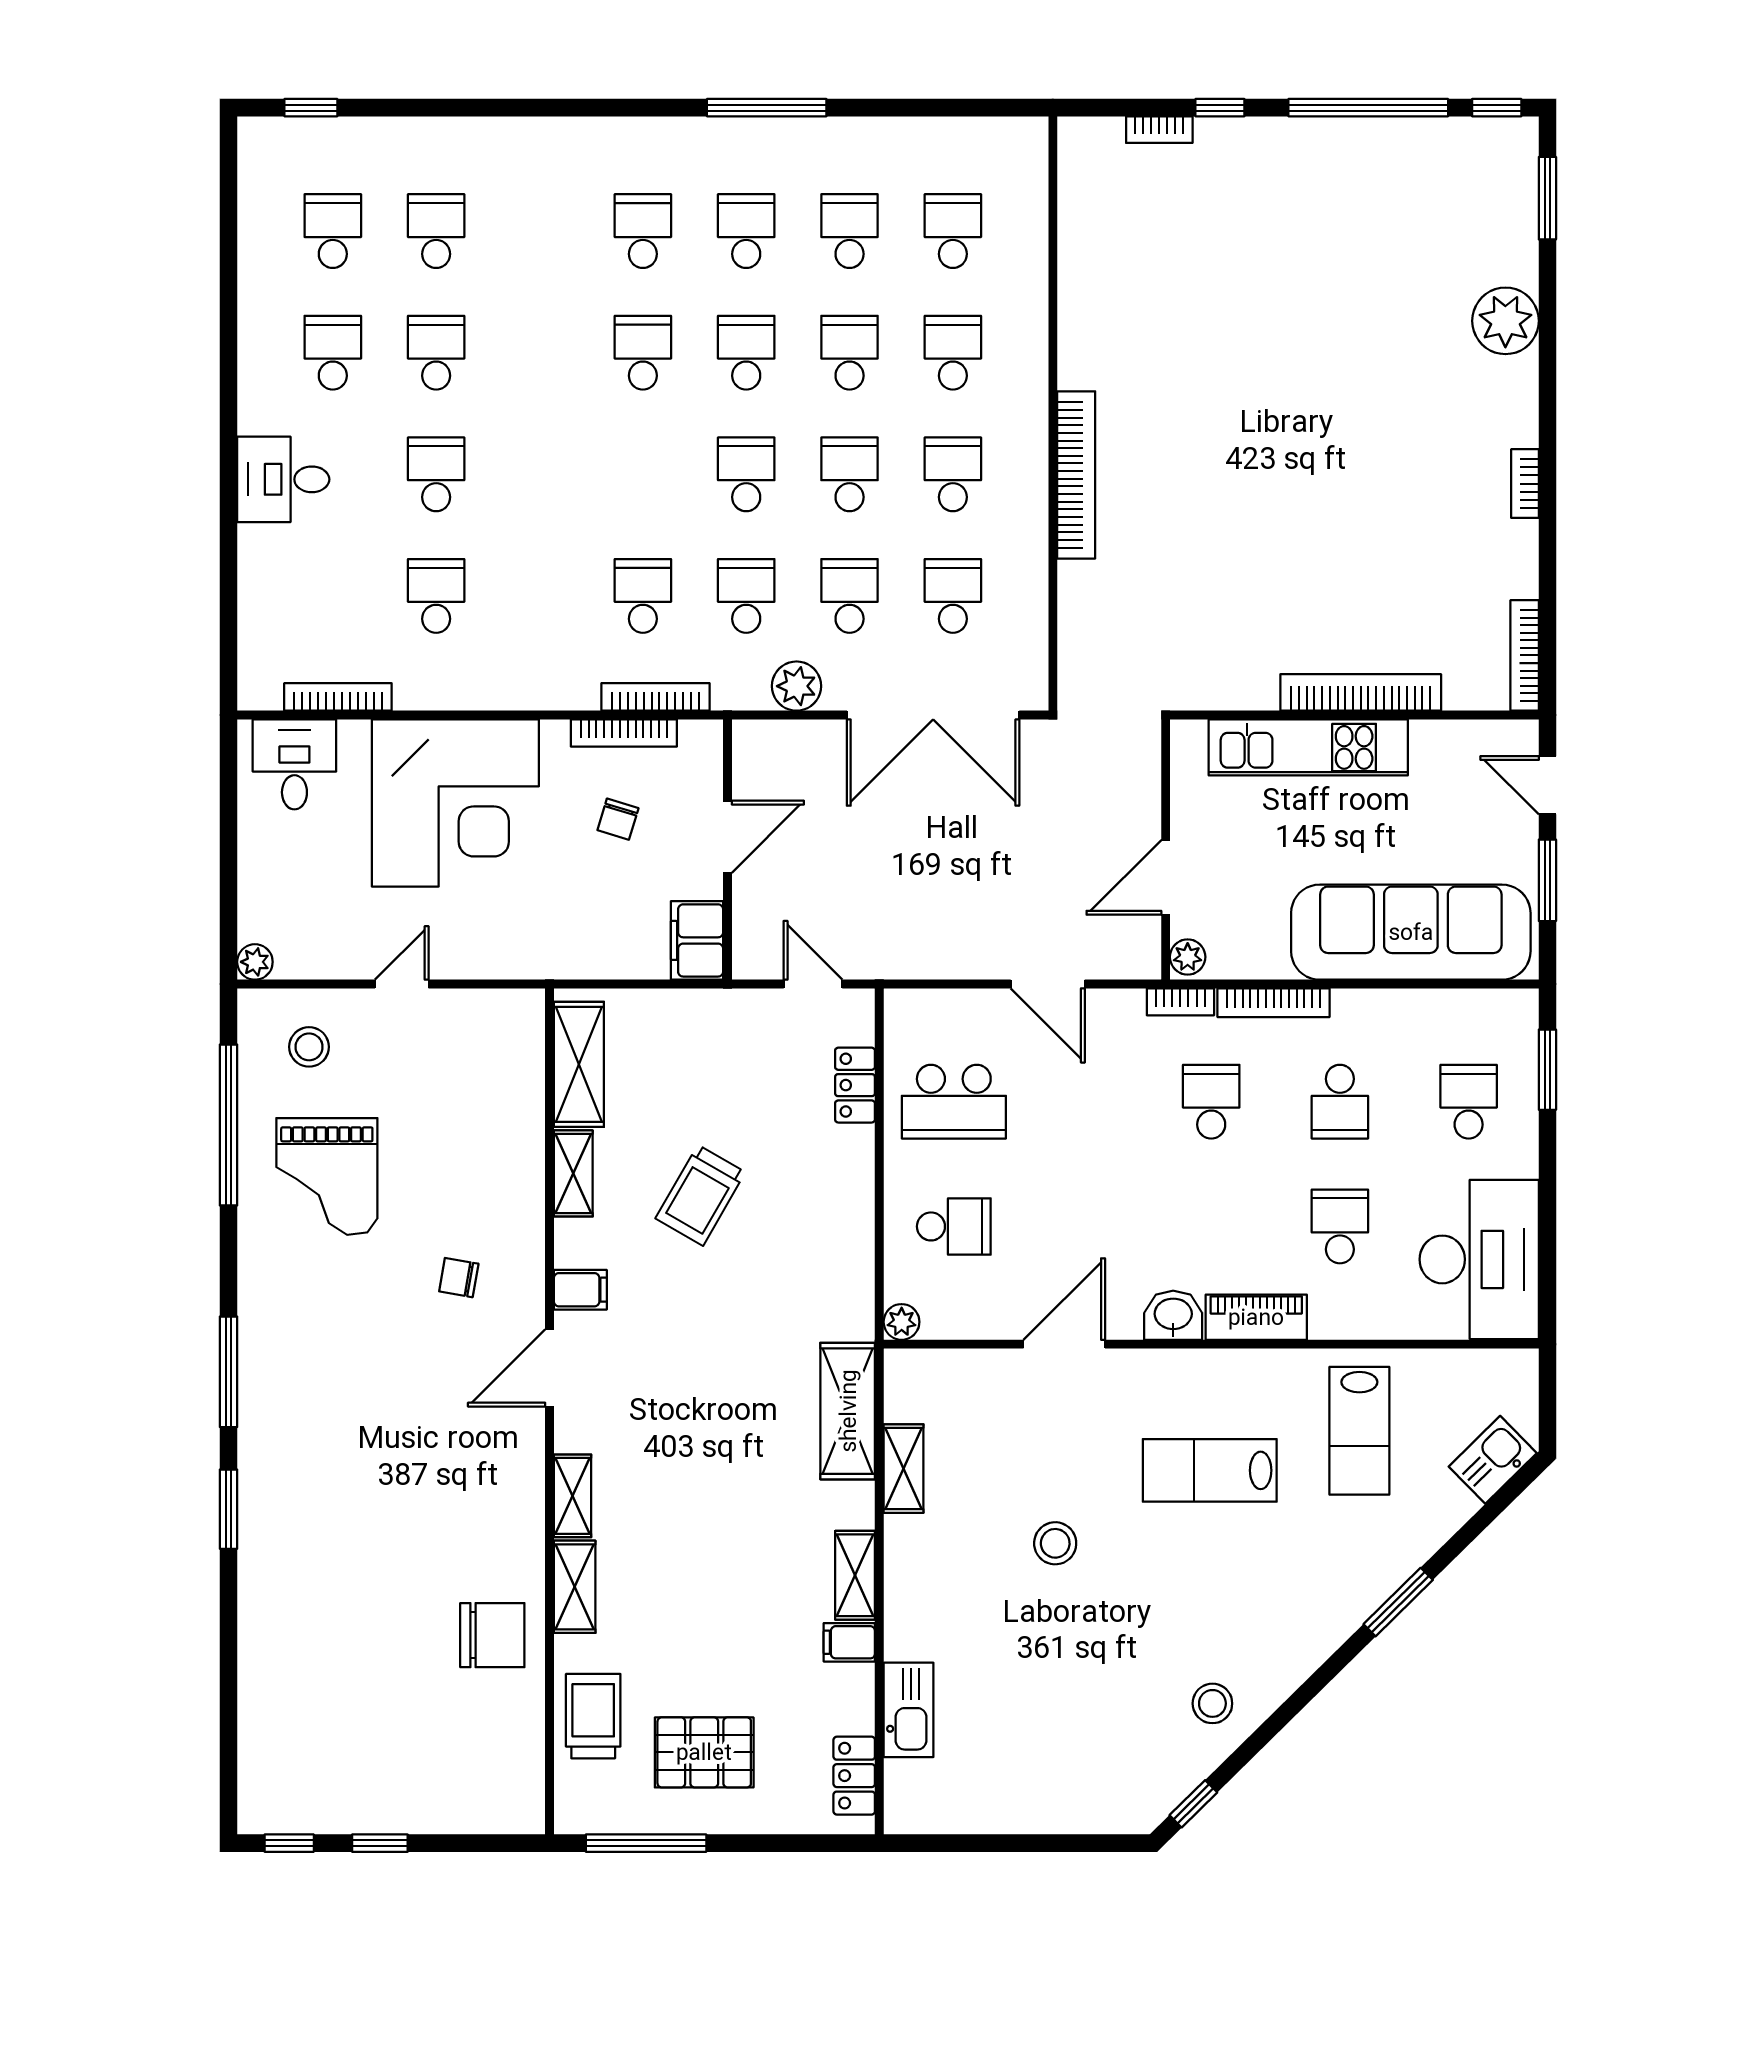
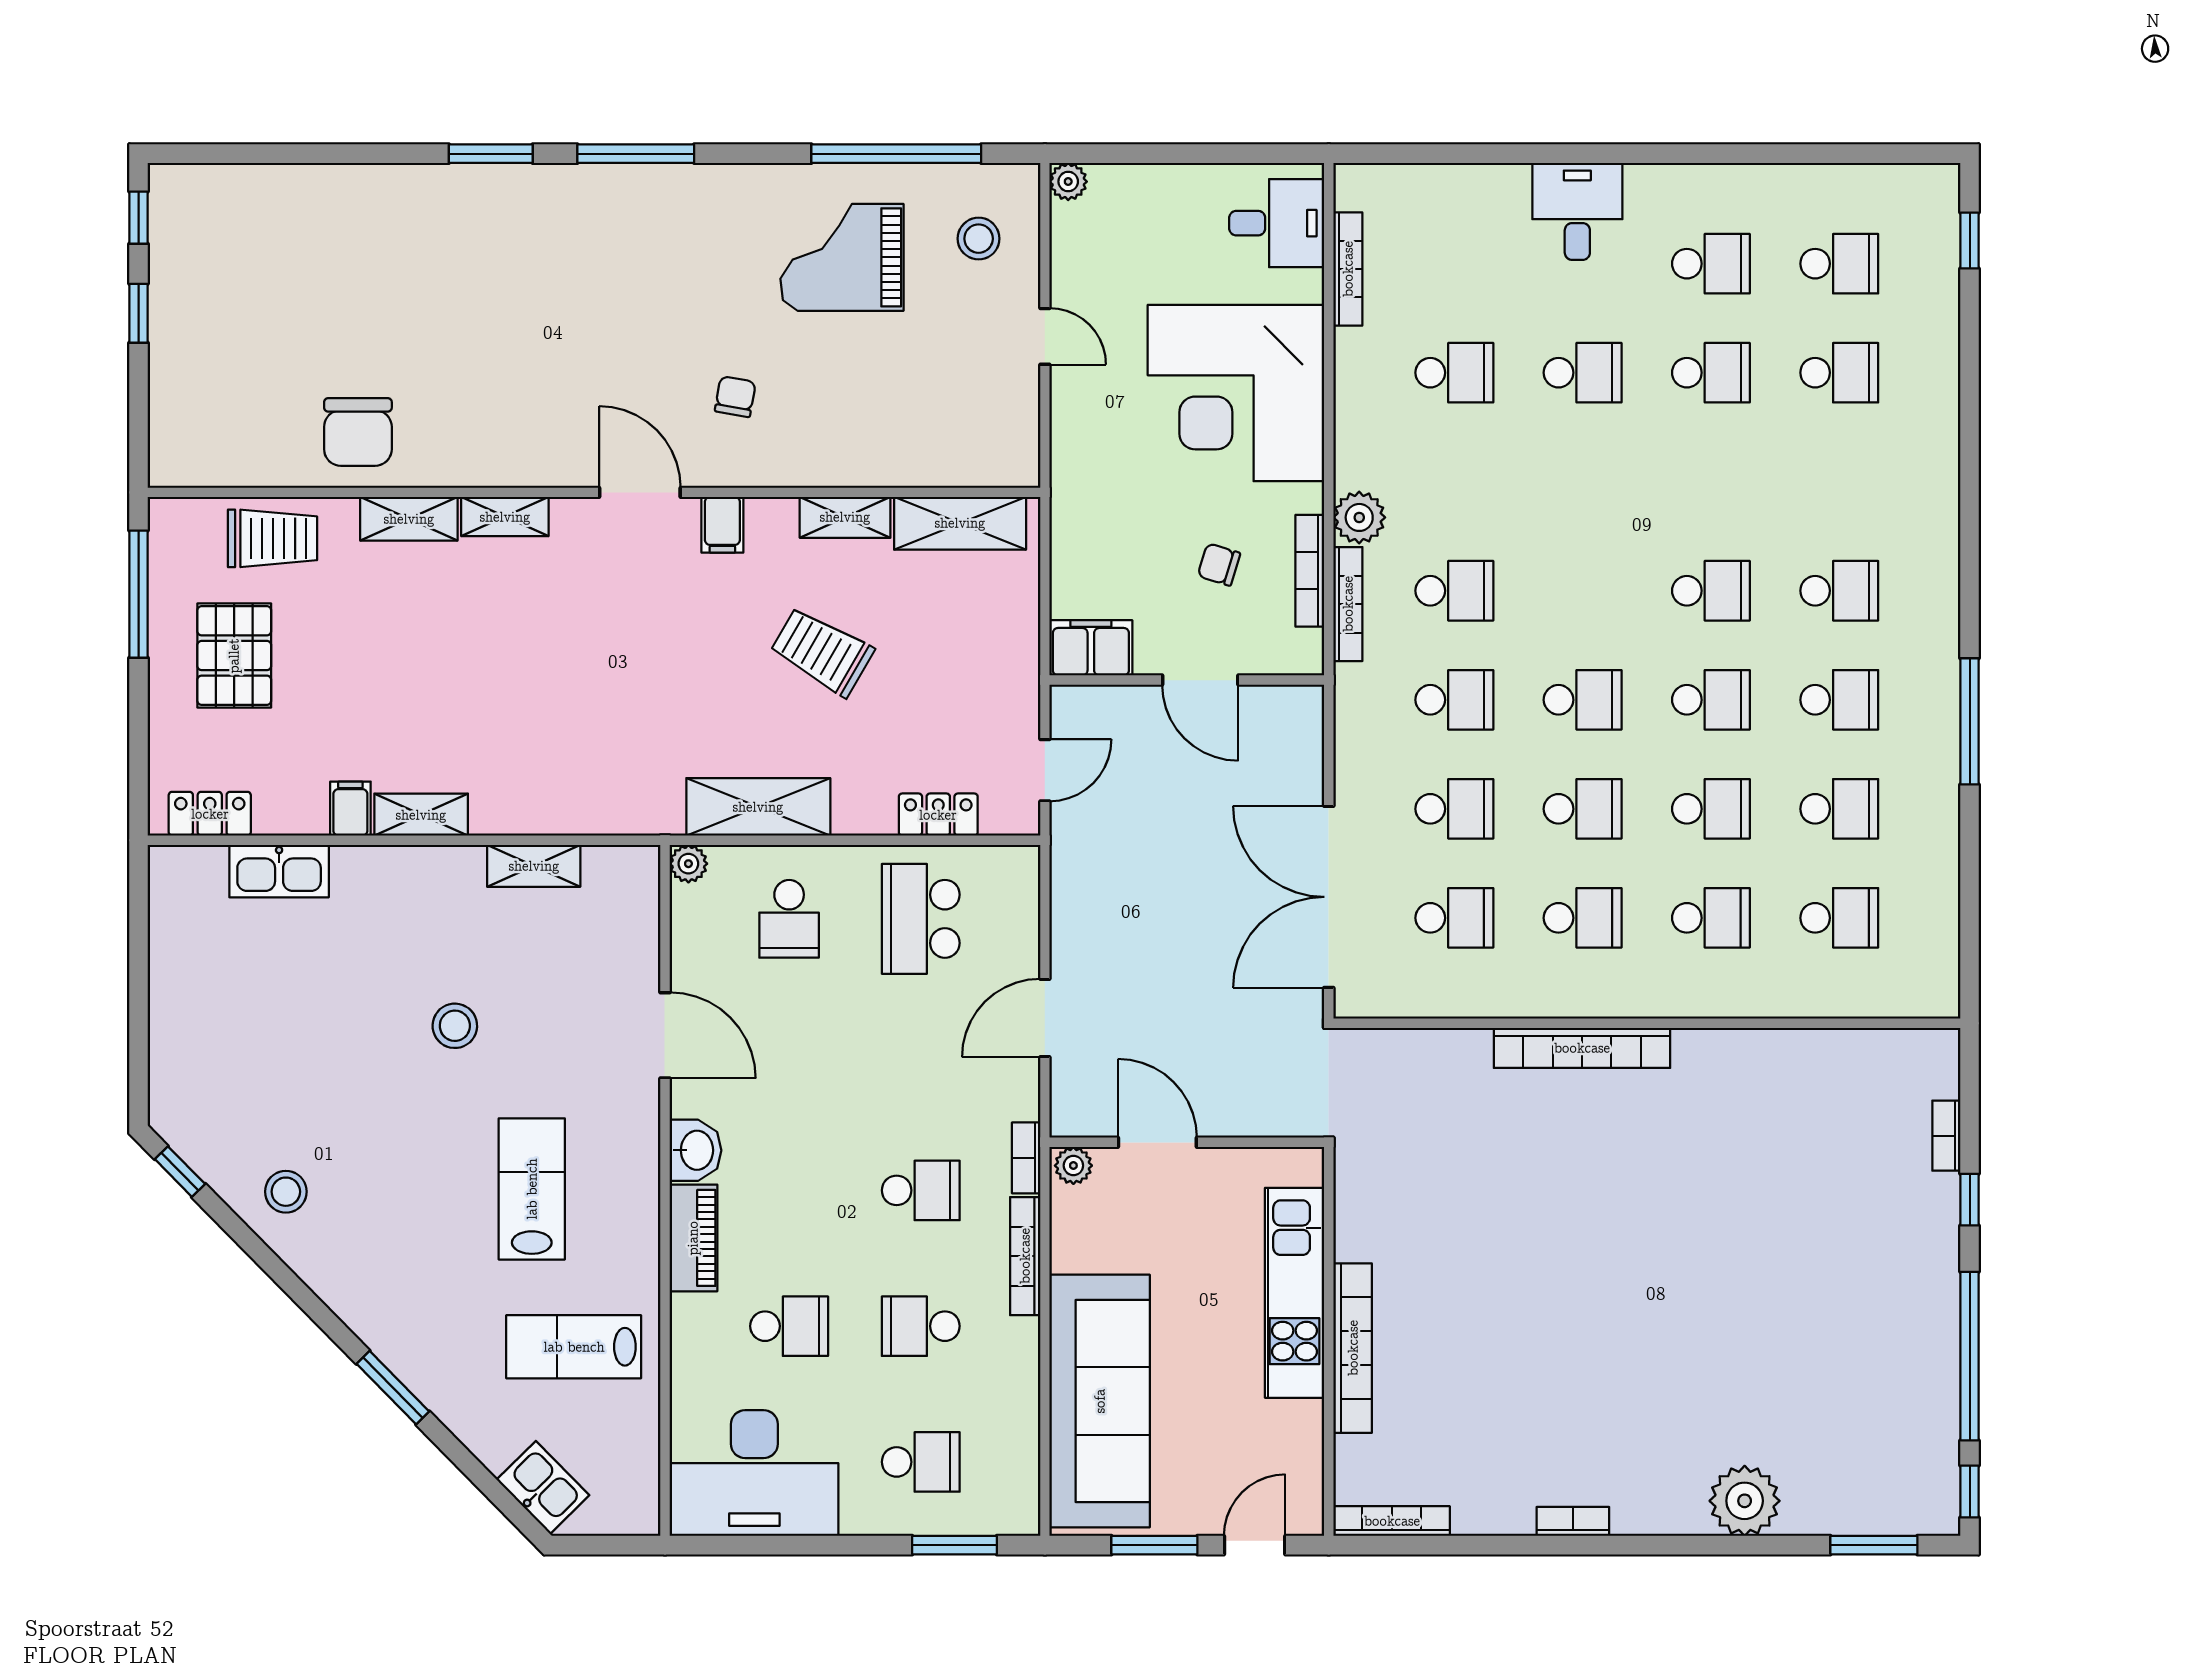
plant: (797, 686) -> (1359, 517), moved
shelving: (848, 1411) -> (758, 807), moved

